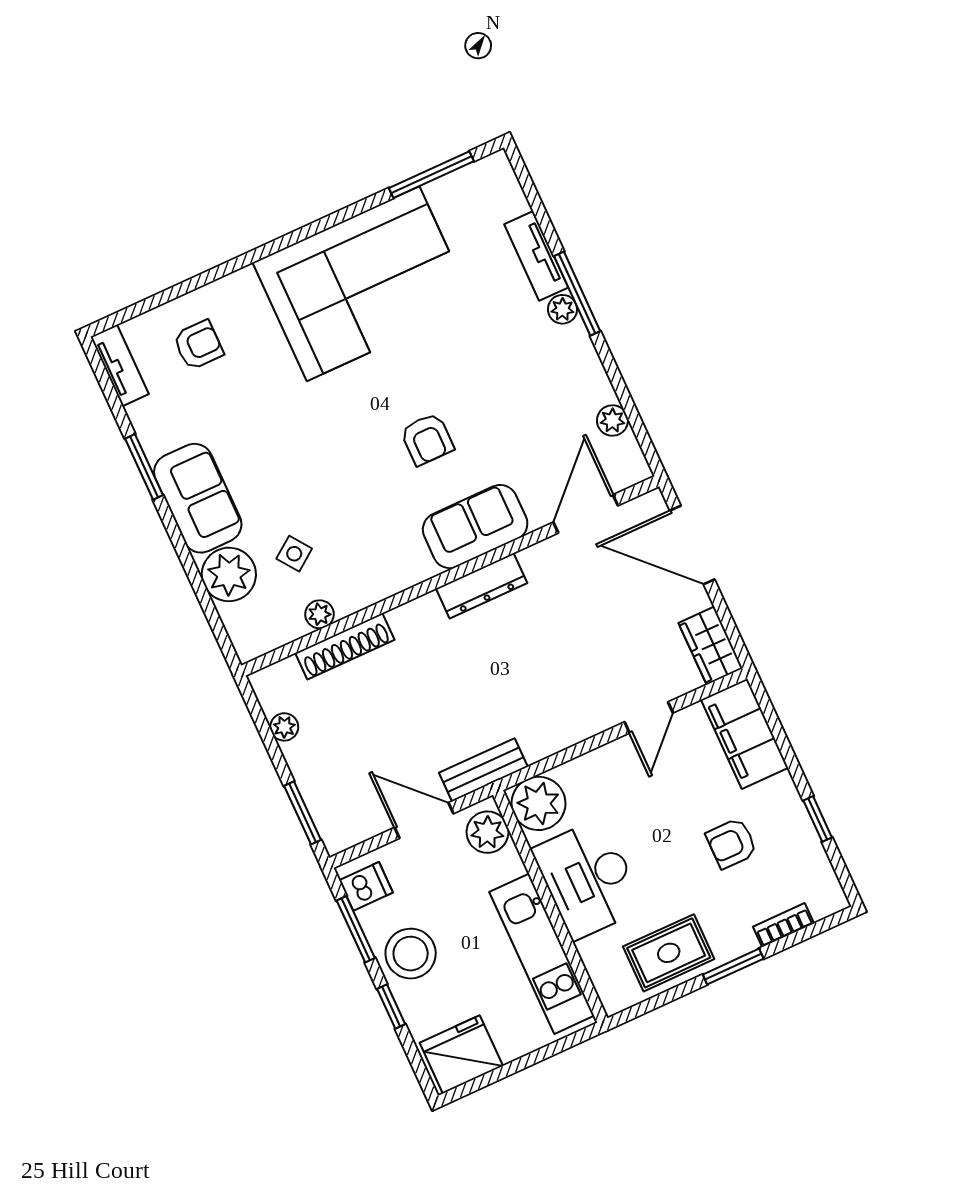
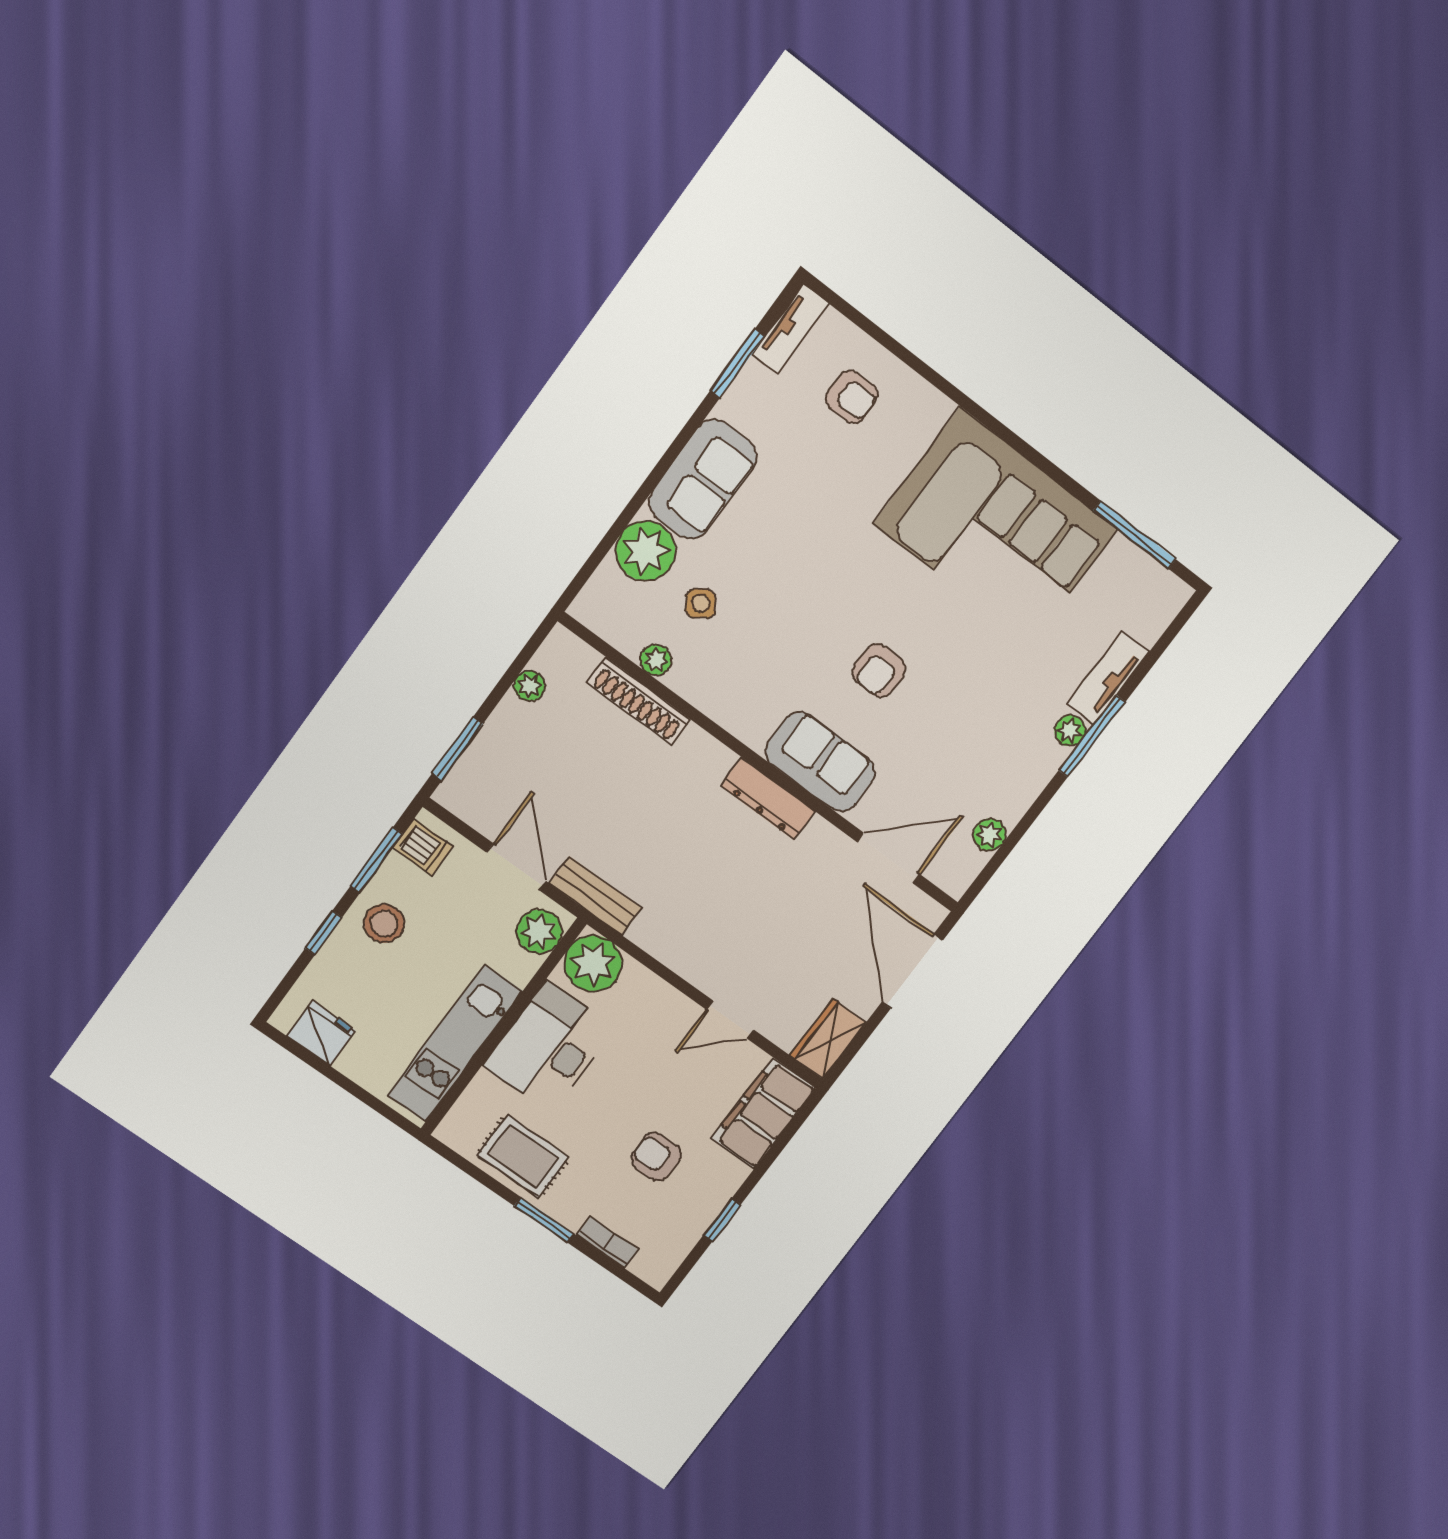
window: (144, 467) -> (737, 363), moved
stool: (411, 954) -> (384, 923), width x0.73, depth x0.73
fridge: (461, 1054) -> (321, 1033), width x0.73, depth x0.75

